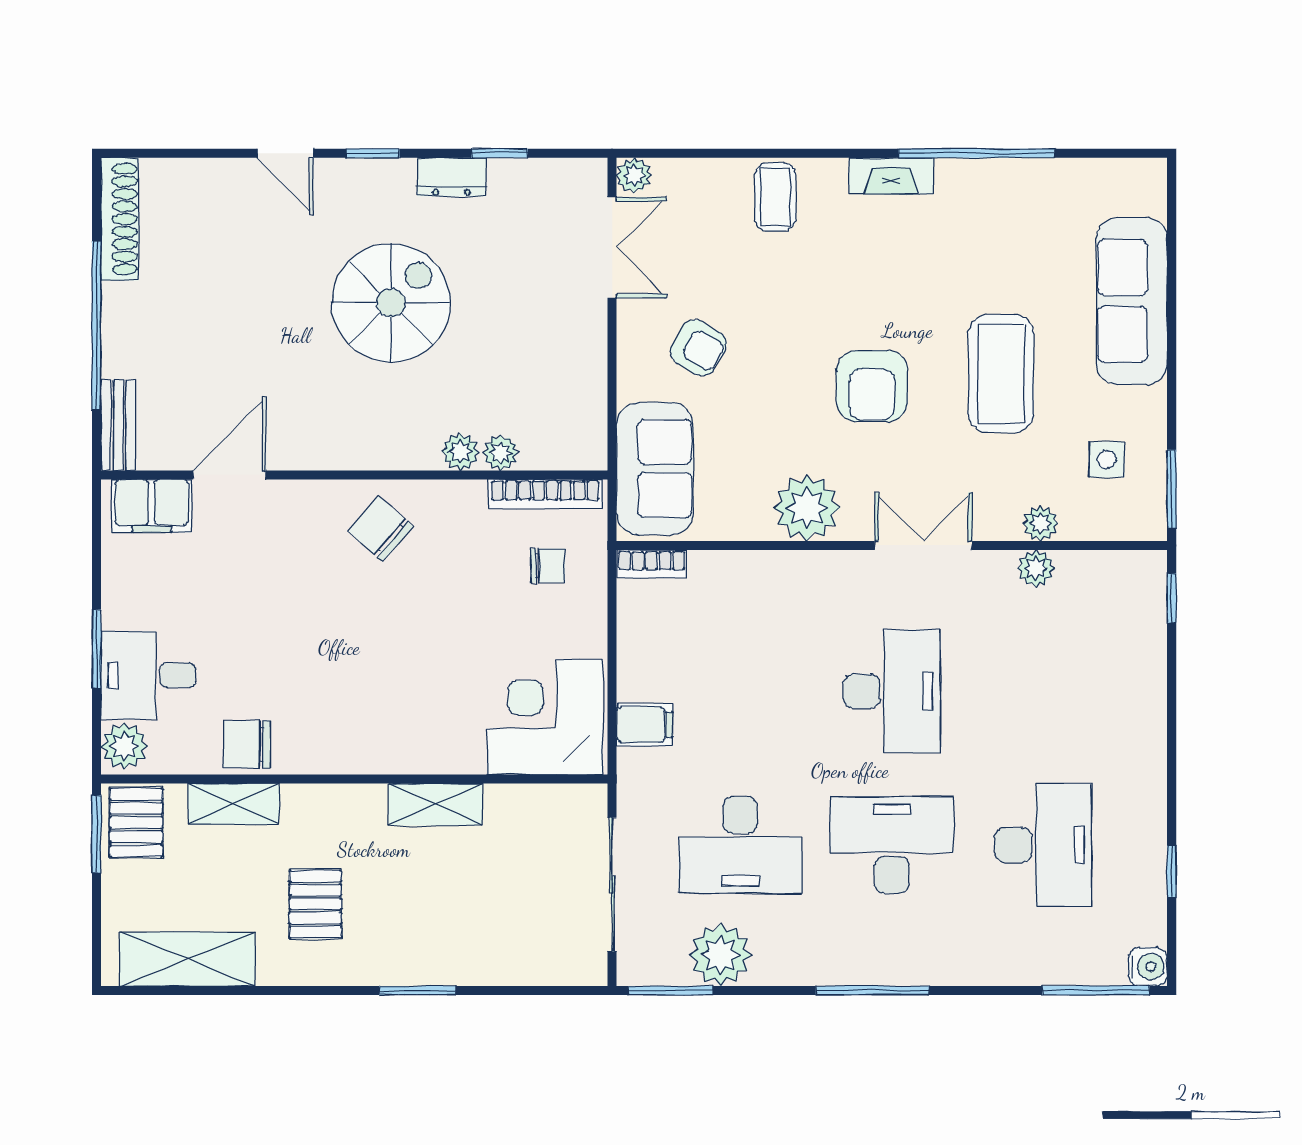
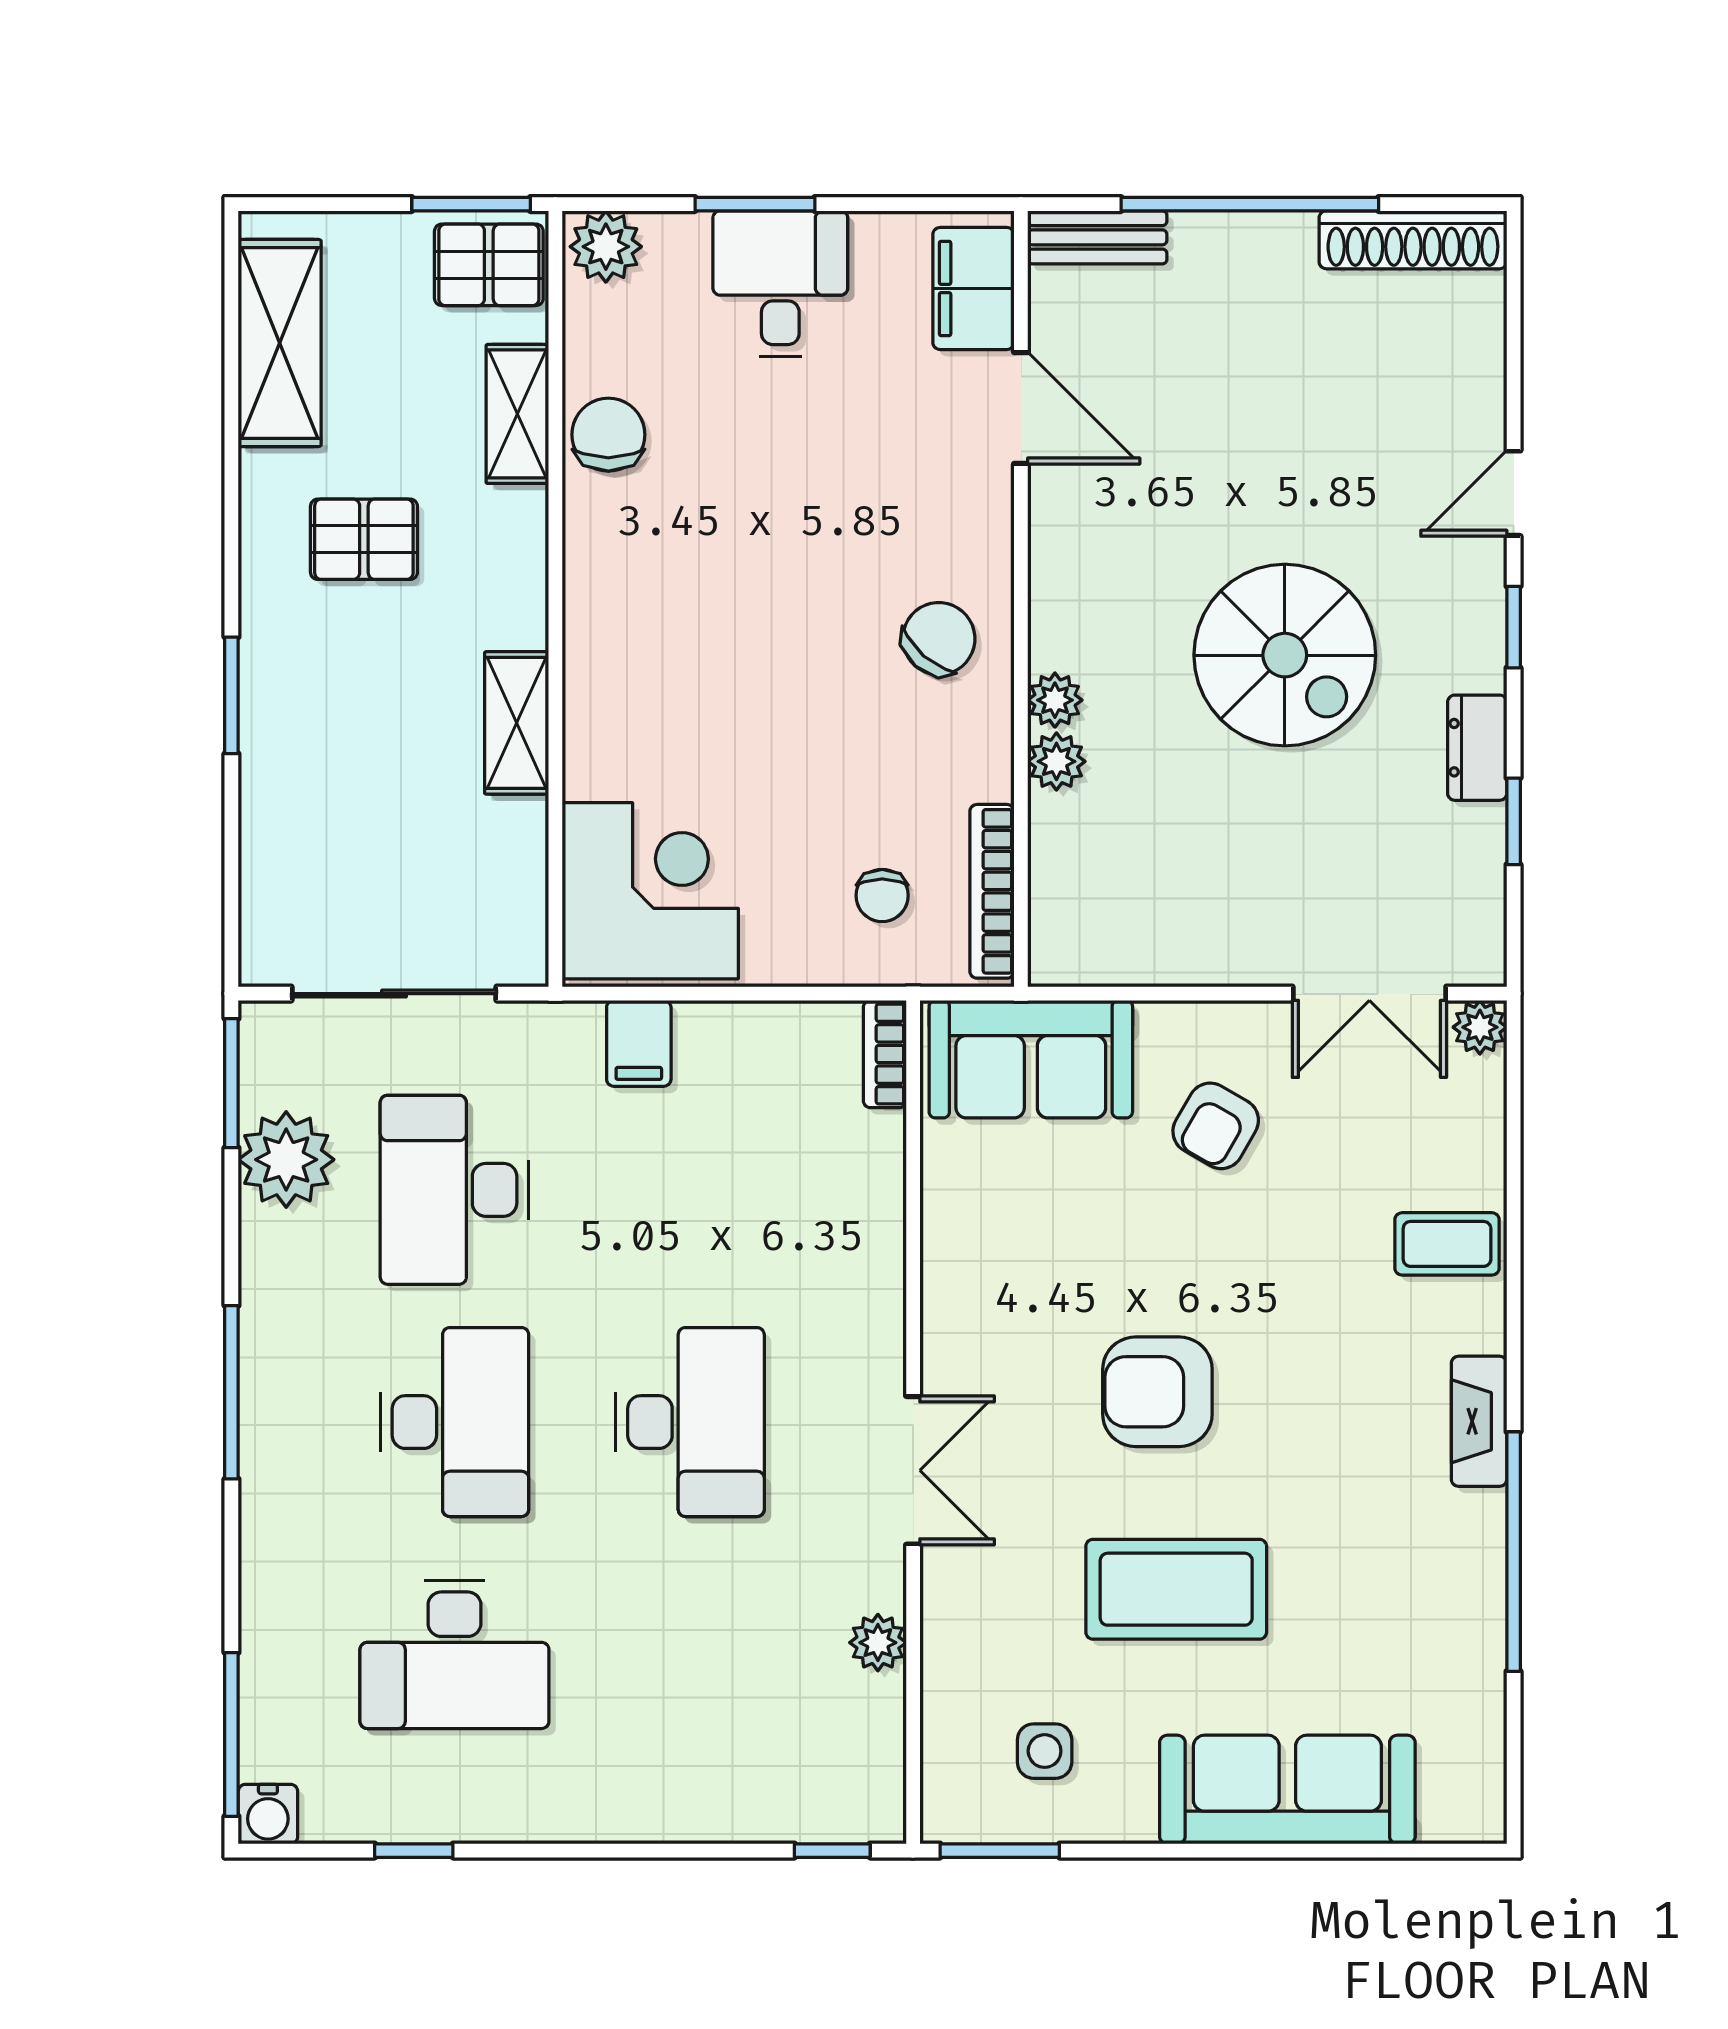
plant: (501, 453) -> (1055, 700), moved
plant: (807, 508) -> (971, 1292), removed
plant: (1041, 523) -> (947, 1650), removed
desk: (148, 675) -> (780, 283), moved
desk: (892, 691) -> (690, 1422), turned -90

